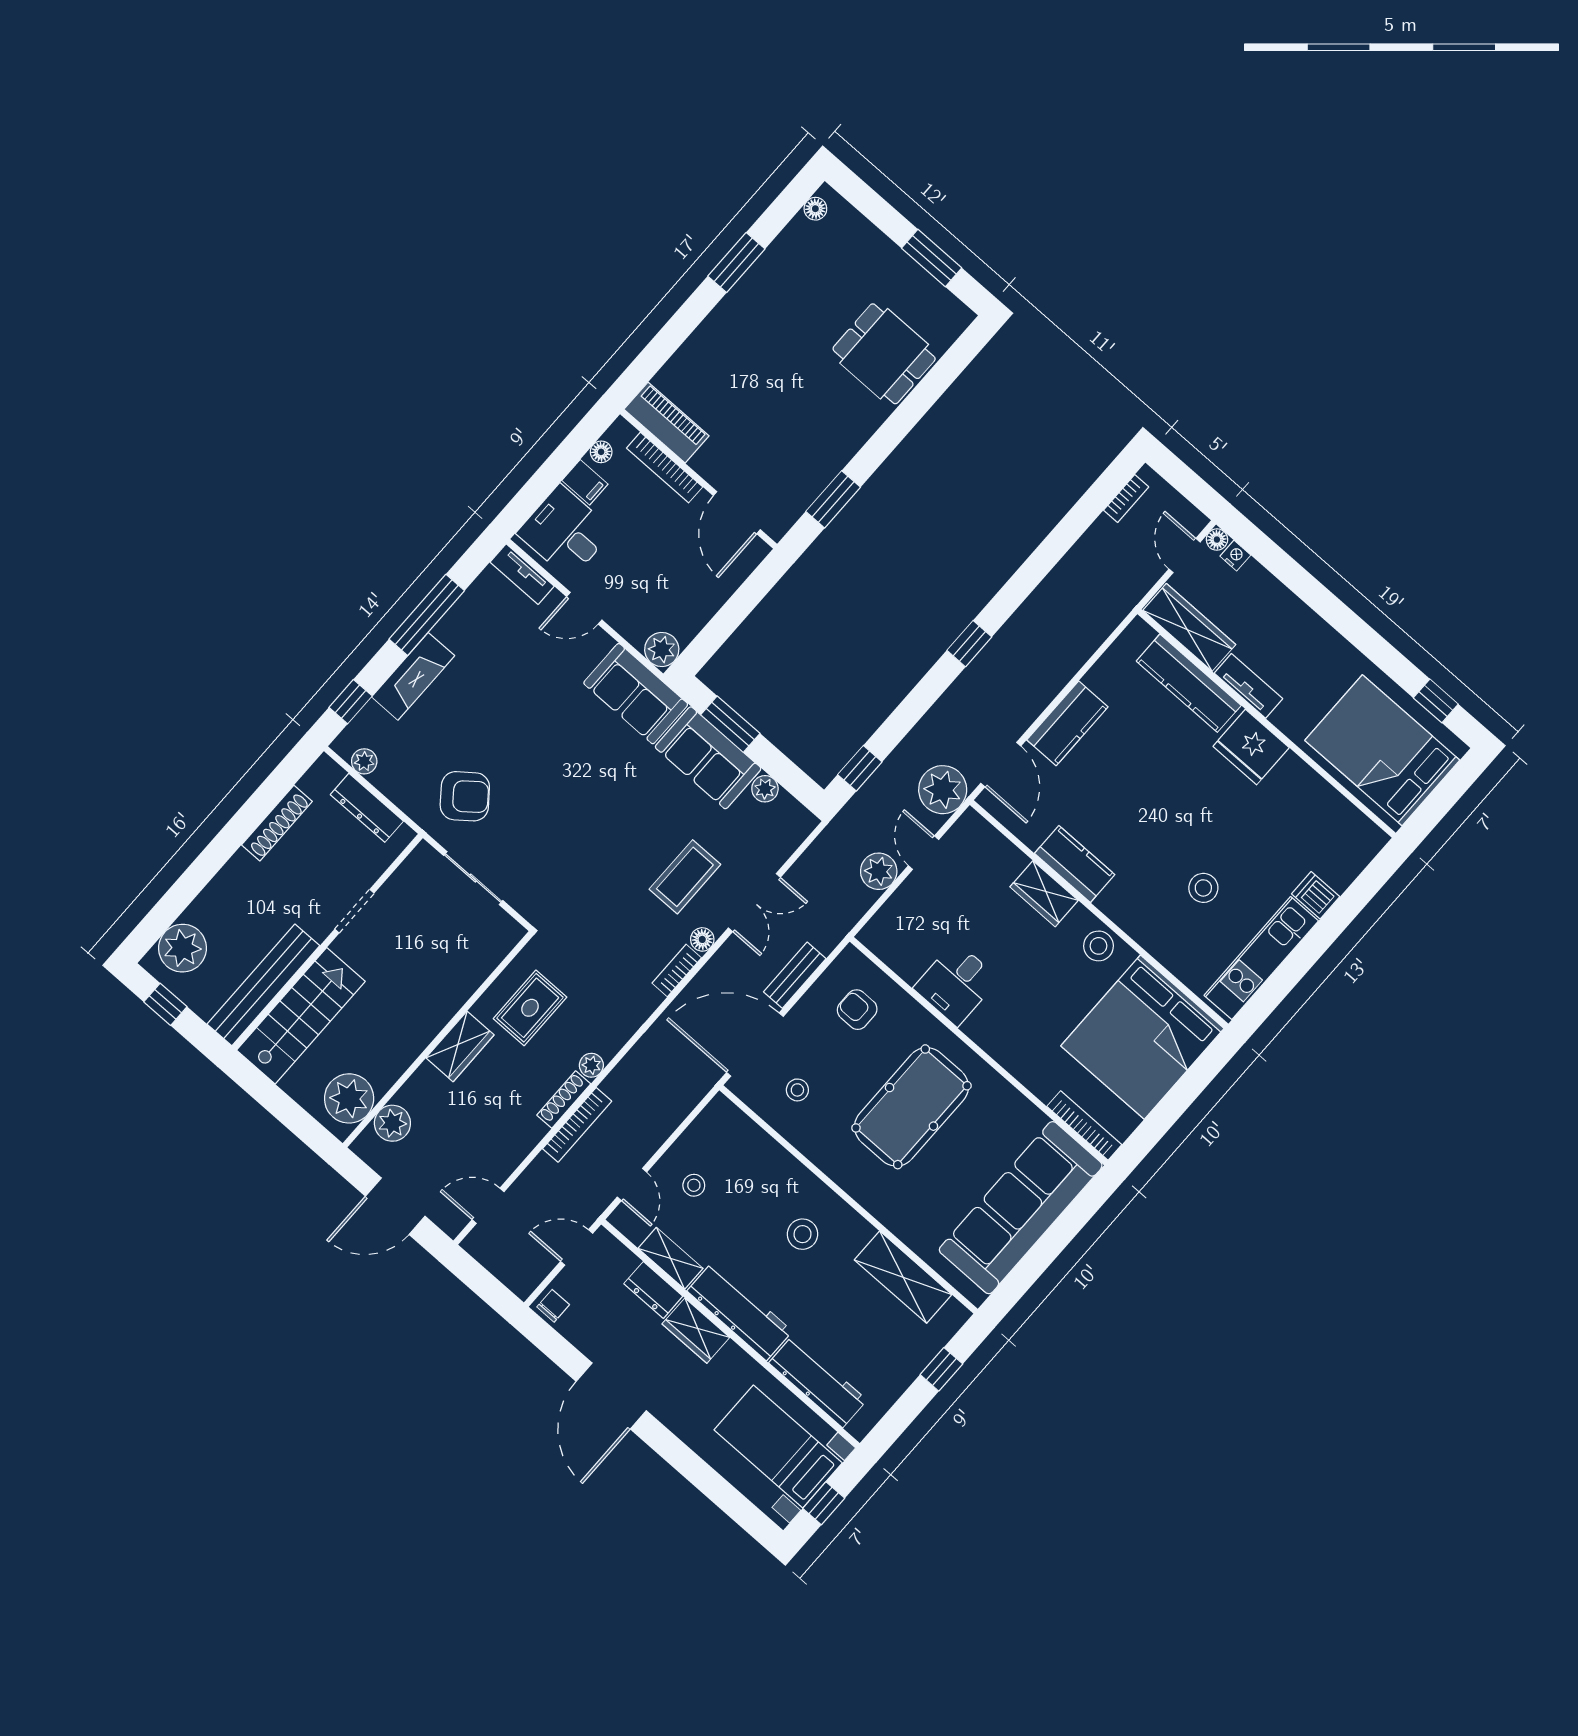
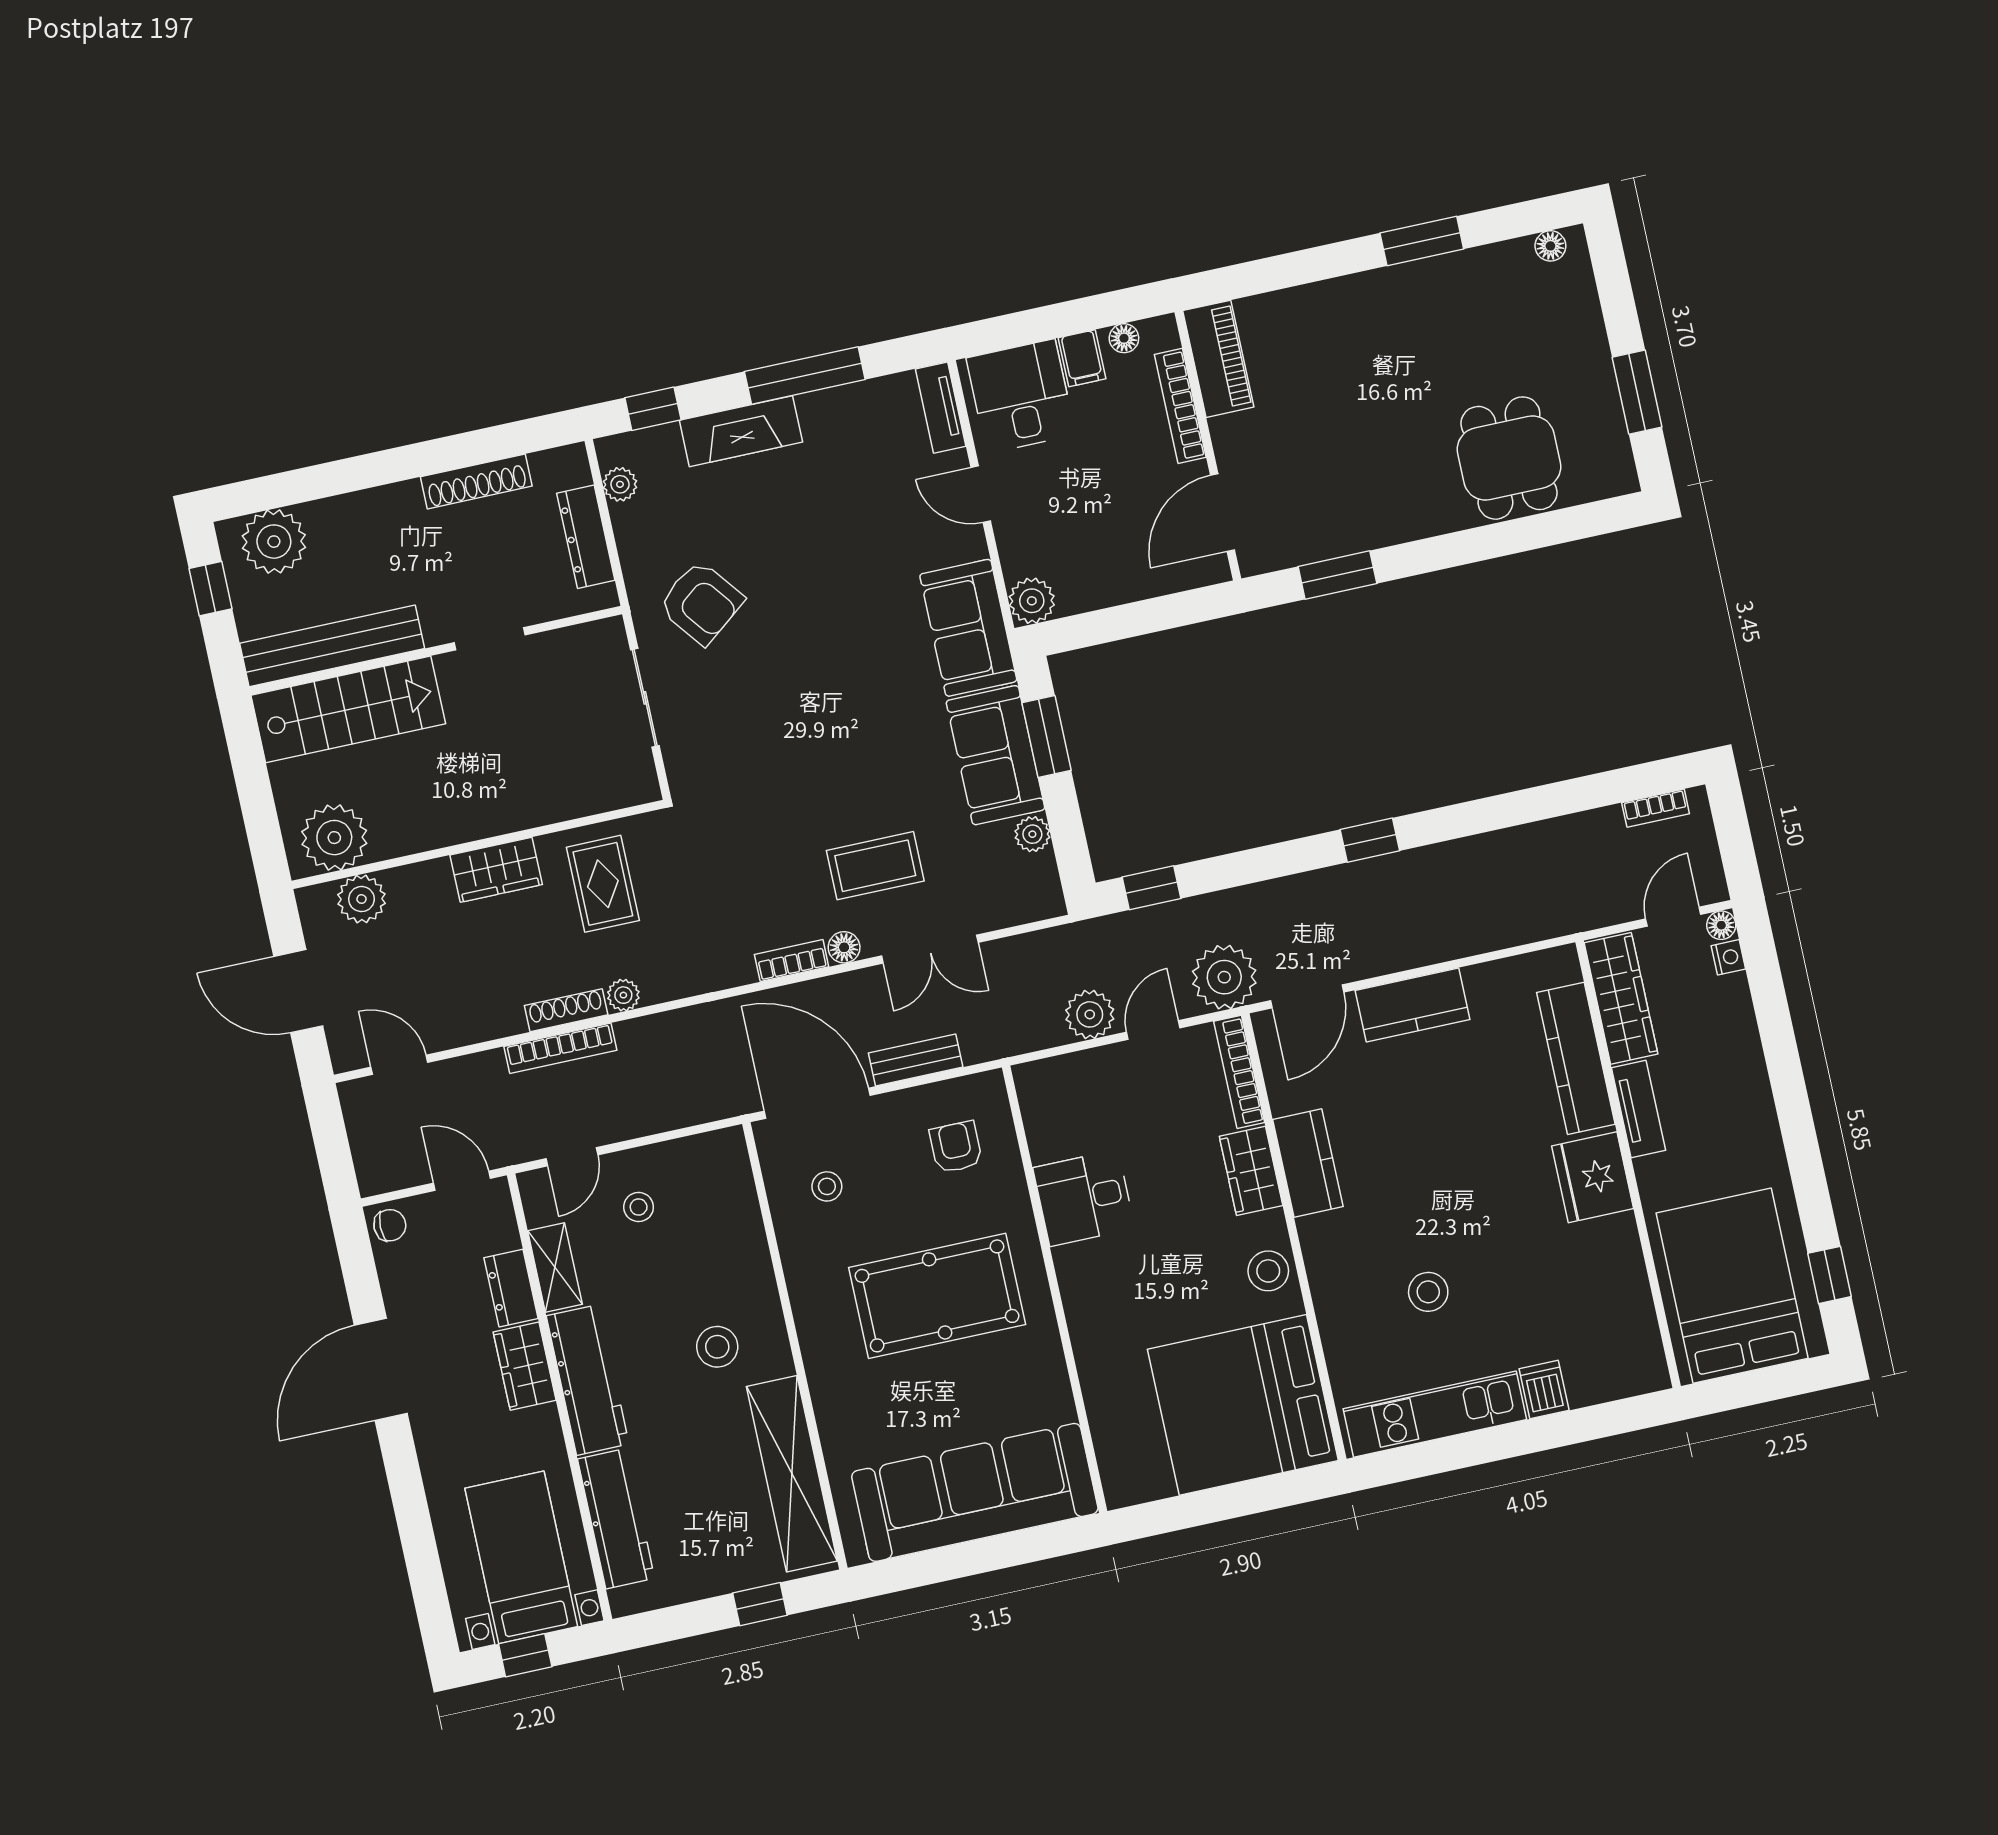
rug: (530, 1008) -> (603, 884), turned 90
bookcase: (1084, 1126) -> (1239, 1072), moved, turned 180
shelving: (903, 1277) -> (792, 1474), width x1.47

